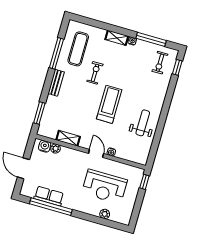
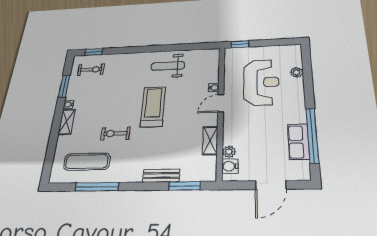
window: (151, 39) -> (64, 86), width x0.69
bench: (56, 83) -> (161, 176), moved
treadmill: (109, 104) -> (153, 107), turned 90

